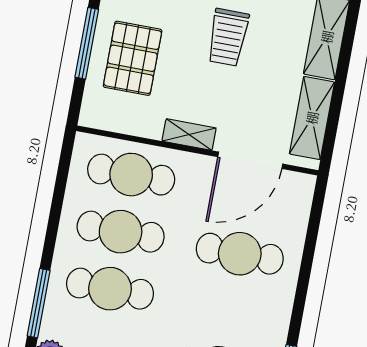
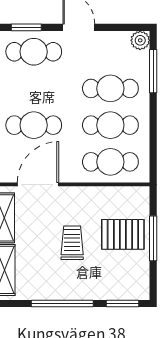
trolley: (228, 37) -> (72, 243), moved
pallet: (133, 58) -> (123, 234), turned 90
shelving: (189, 135) -> (79, 193), removed

